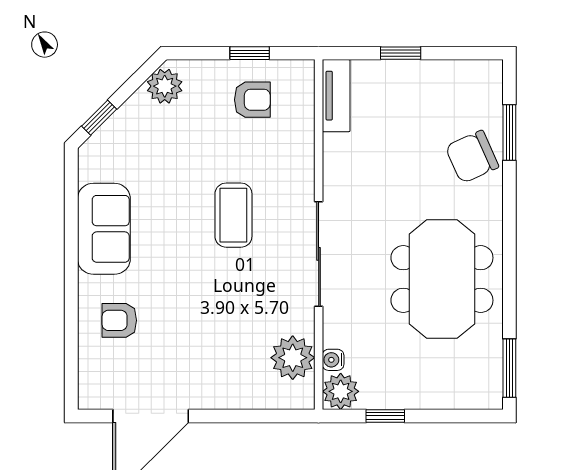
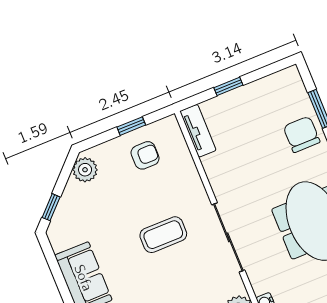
chair: (472, 157) -> (302, 134), turned 114
coffee table: (233, 215) -> (163, 235), turned 90

